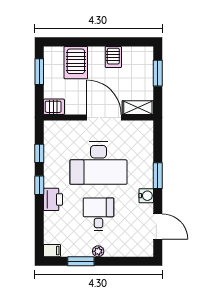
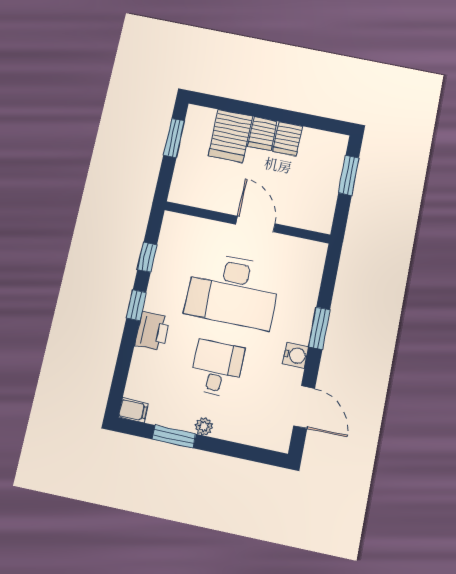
server rack: (54, 107) -> (263, 134), moved, turned 90
shelving: (138, 108) -> (309, 220), removed
door: (104, 118) -> (255, 224), width x0.73

